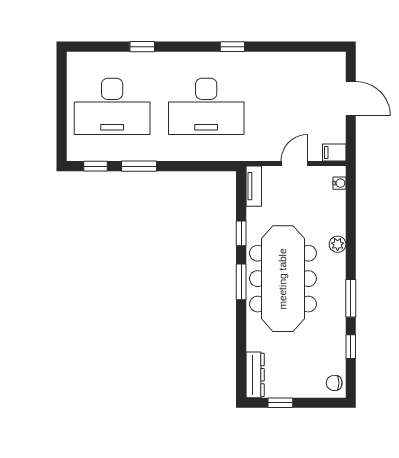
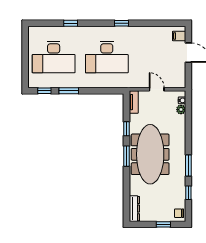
filing cabinet: (334, 152) -> (179, 36), moved
door: (295, 164) -> (157, 89), hinge flipped
plant: (338, 244) -> (181, 110), moved
window: (280, 403) -> (163, 224), moved

